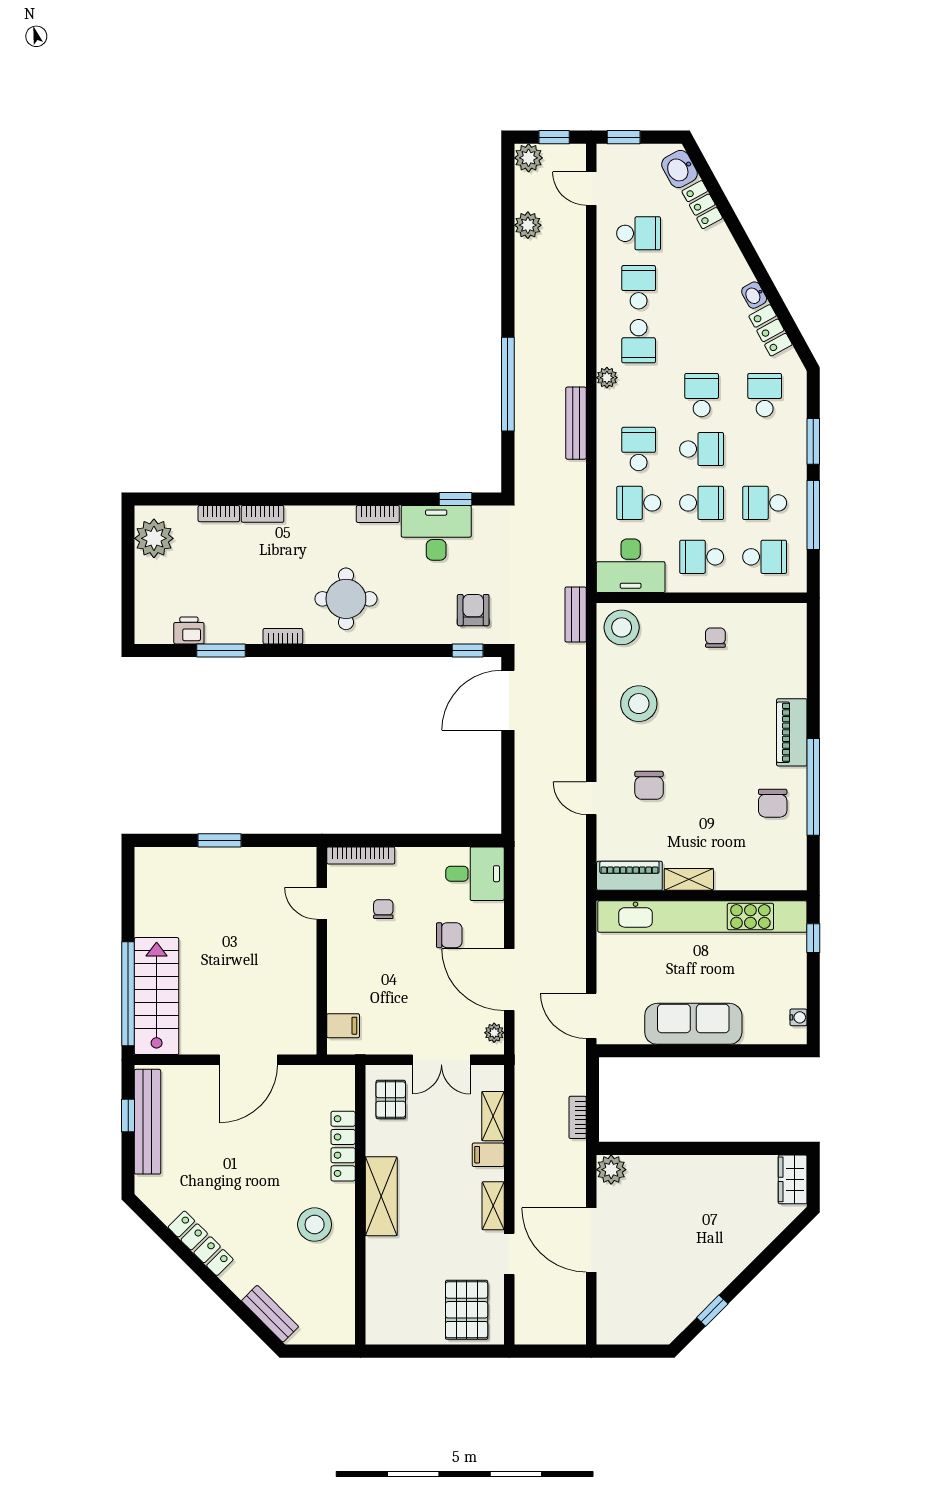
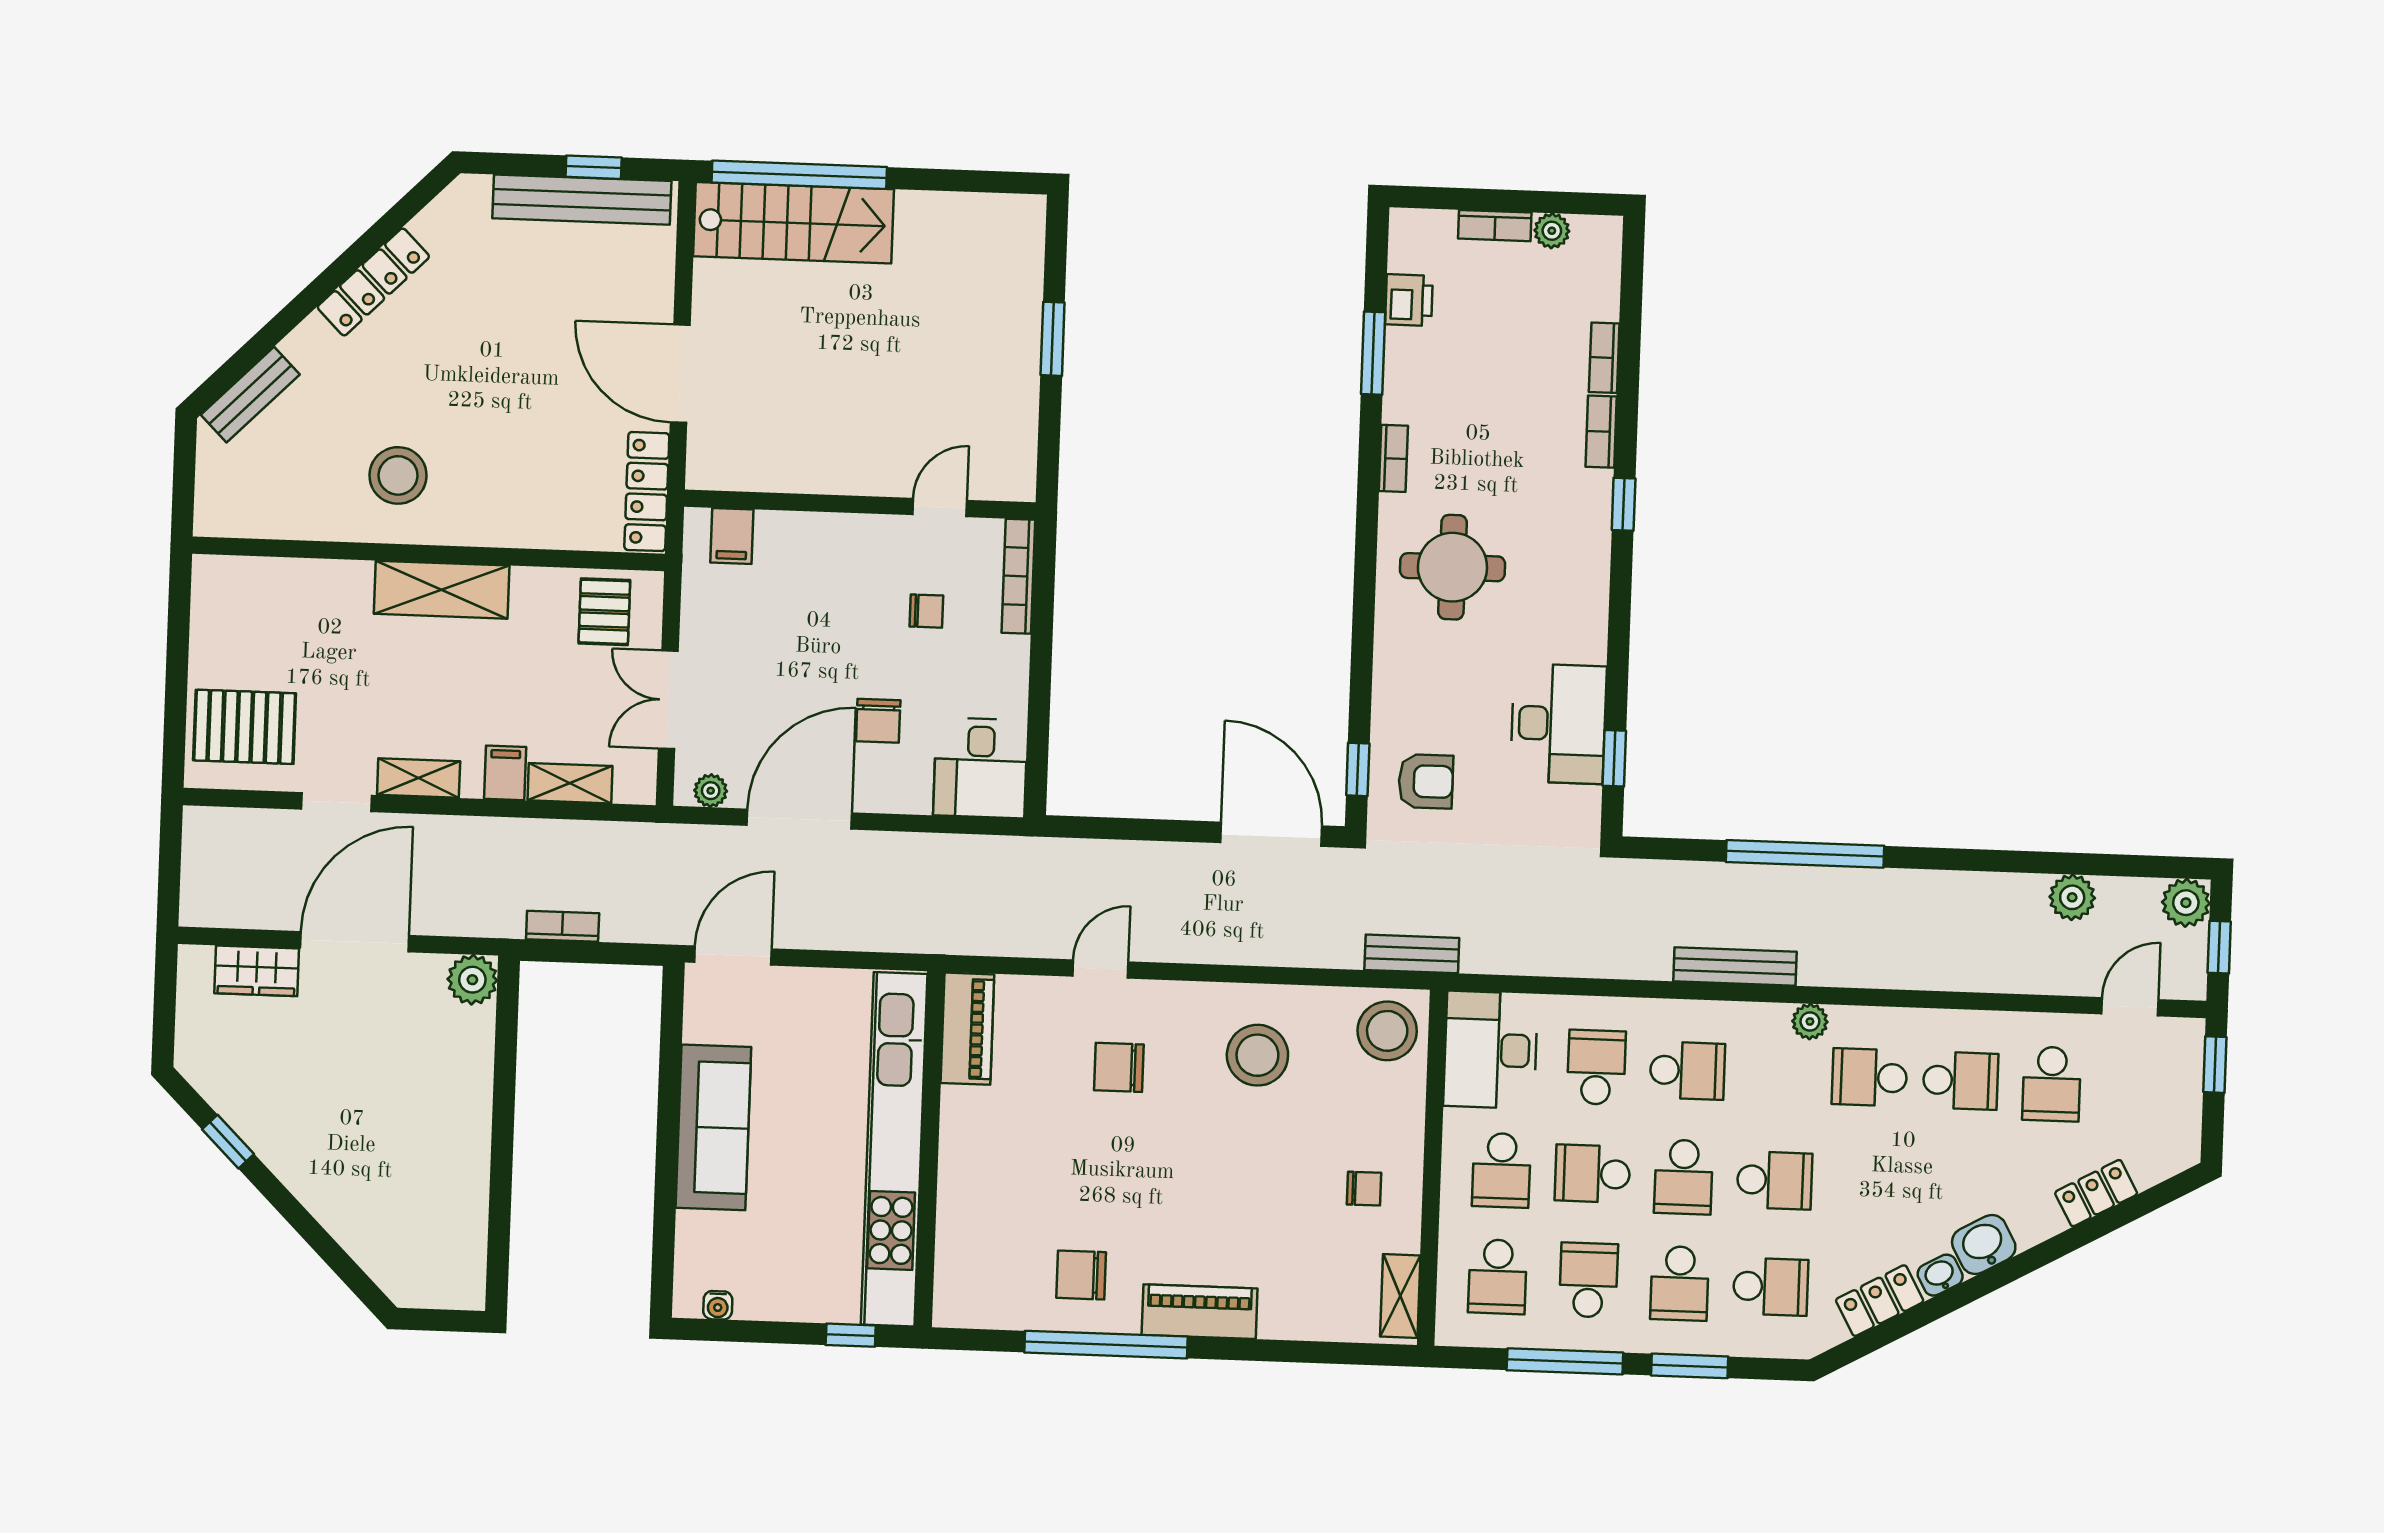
washbasin: (680, 169) -> (1984, 1245), moved
school desk: (765, 449) -> (1680, 1283), added
window: (305, 499) -> (1624, 504), added
school desk: (702, 503) -> (1592, 1174), turned 90
bookcase: (378, 514) -> (1495, 226), moved, turned -90
plant: (154, 538) -> (1552, 231), width x0.53, depth x0.53
school desk: (702, 557) -> (1501, 1170), turned 180
shelving: (689, 879) -> (1400, 1296), moved
pallet: (391, 1099) -> (604, 612), turned 90
locker: (343, 1146) -> (647, 492), moved, turned -90
wardrobe: (793, 1179) -> (257, 971), moved, turned 180

